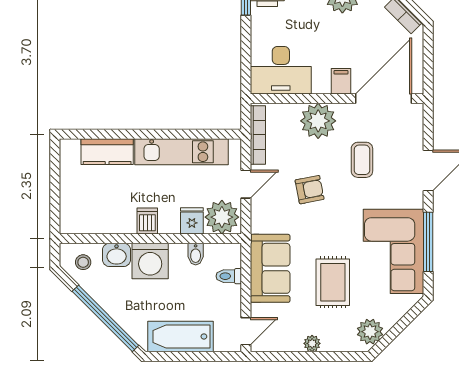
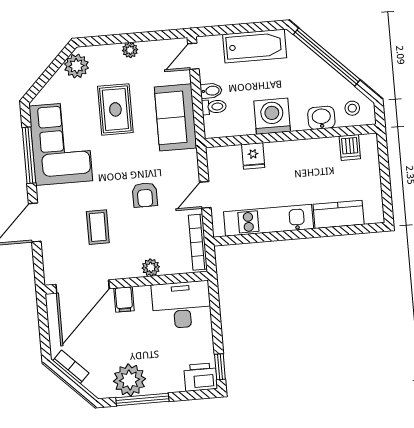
plant: (318, 121) -> (151, 267), width x0.53, depth x0.53
armchair: (310, 190) -> (145, 195), turned -79
plant: (222, 217) -> (225, 162), removed
dishwasher: (147, 221) -> (350, 147), moved
bidet: (196, 254) -> (211, 91), moved, turned 90
washing machine: (150, 261) -> (272, 116), moved

